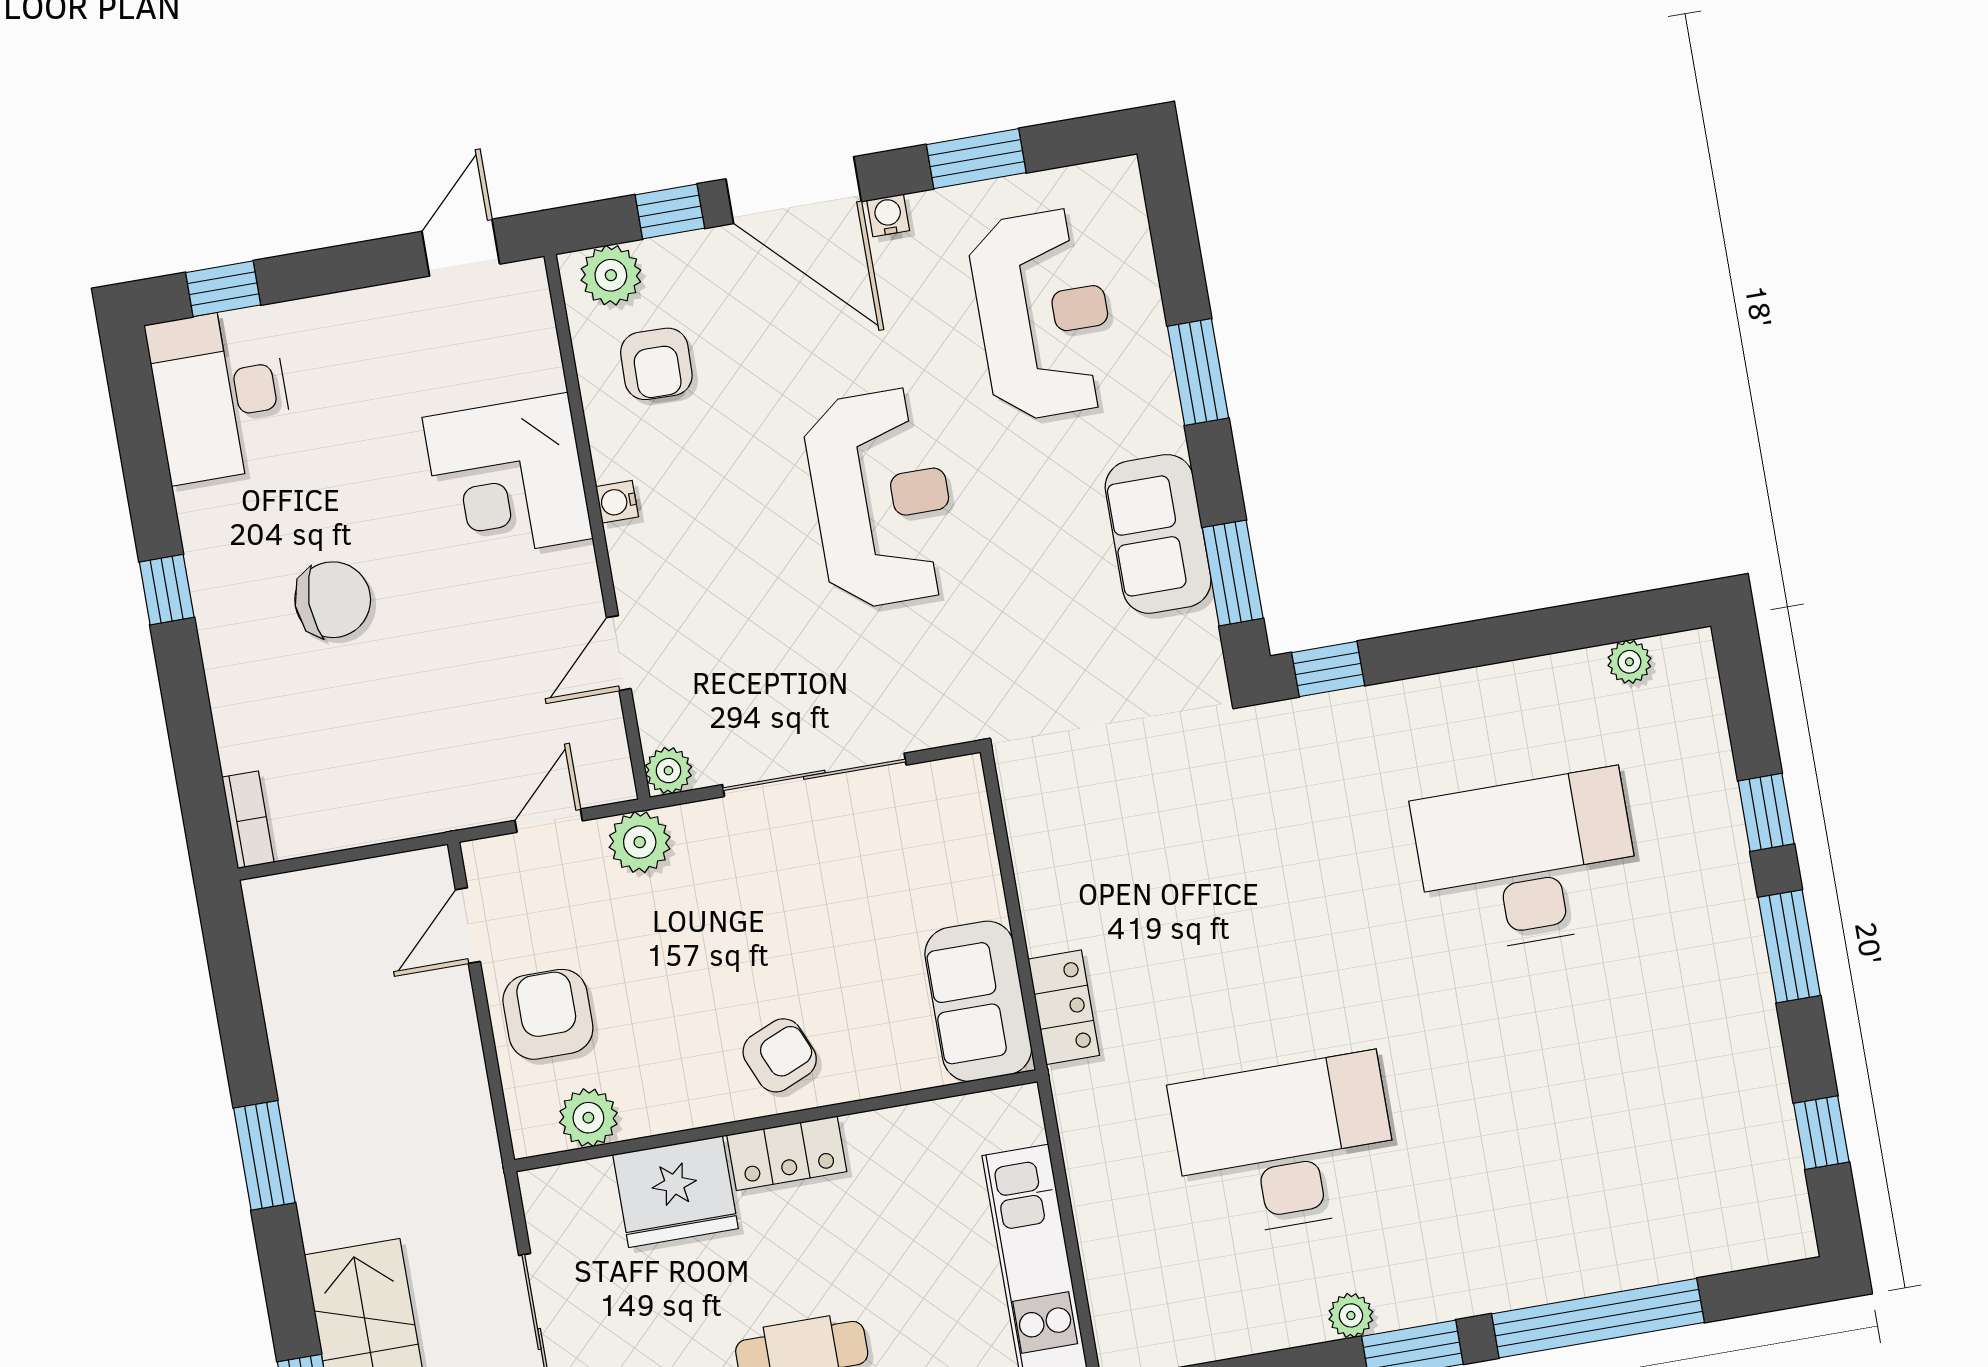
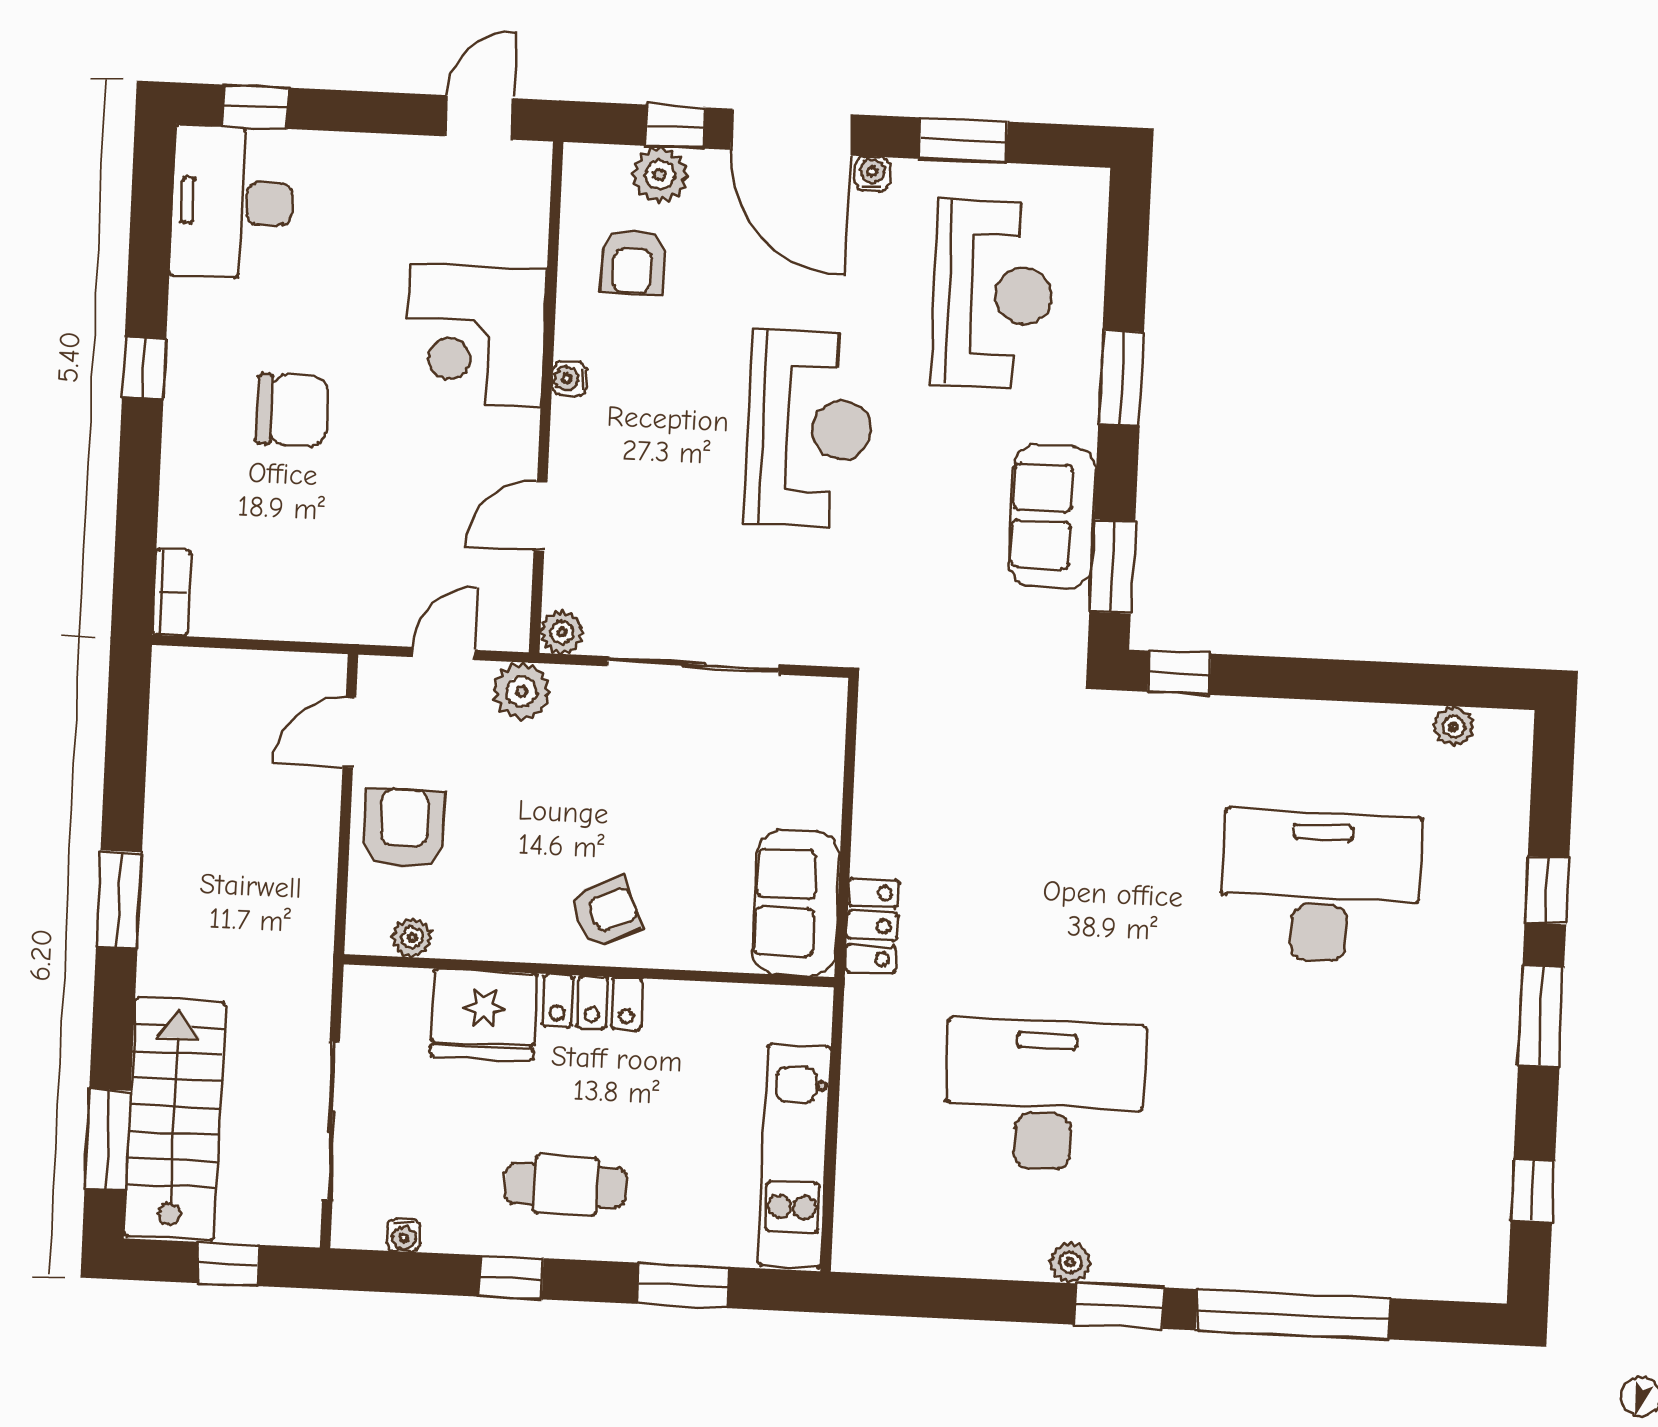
plant: (611, 275) -> (660, 175), moved
plant: (588, 1118) -> (412, 937), width x0.73, depth x0.73

